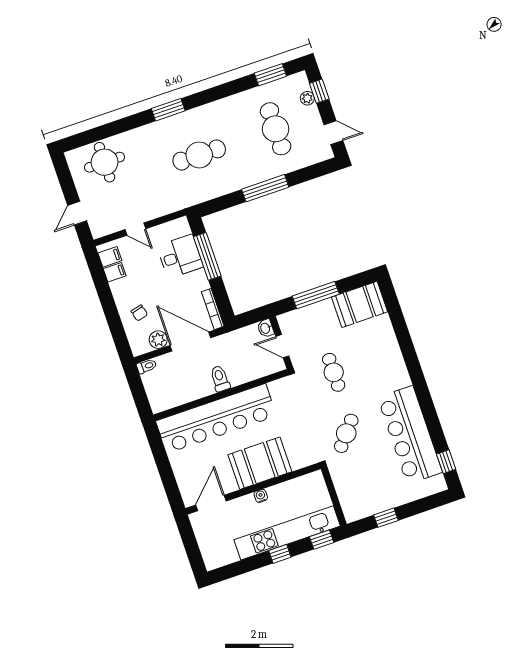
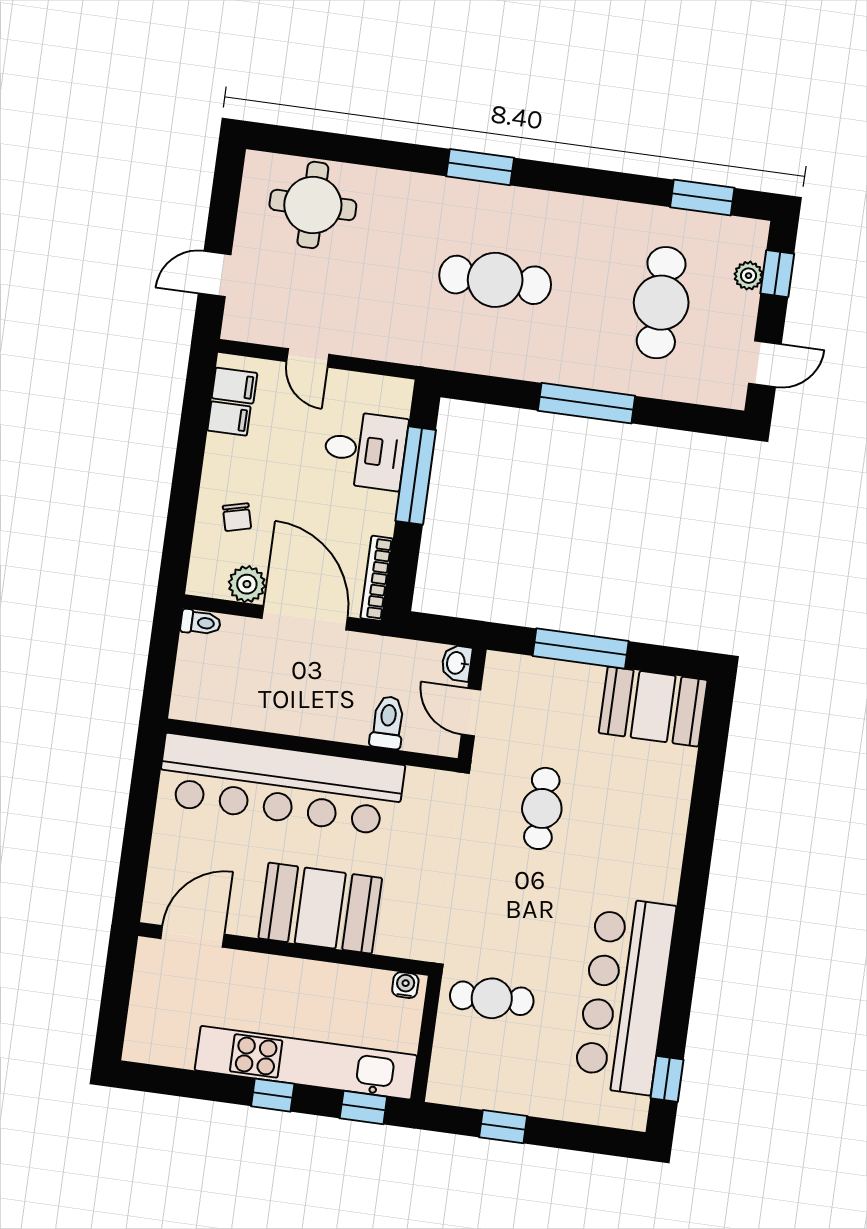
door: (333, 133) -> (765, 364), hinge flipped
toilet: (220, 379) -> (388, 722), moved
cafe table: (346, 433) -> (492, 998), moved, turned 48
water cooler: (261, 496) -> (405, 985), moved

